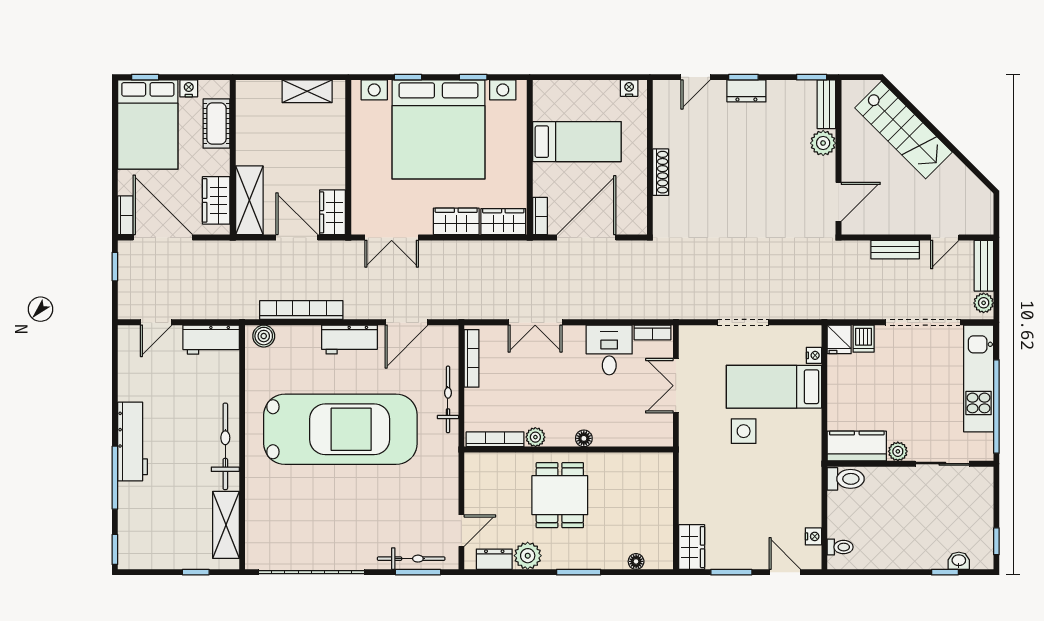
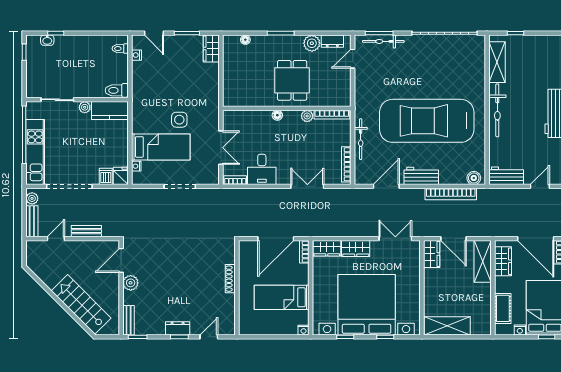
nightstand: (629, 88) -> (304, 330), moved
shelving: (307, 91) -> (447, 326), width x1.50, depth x1.33
plant: (823, 143) -> (131, 283), moved

